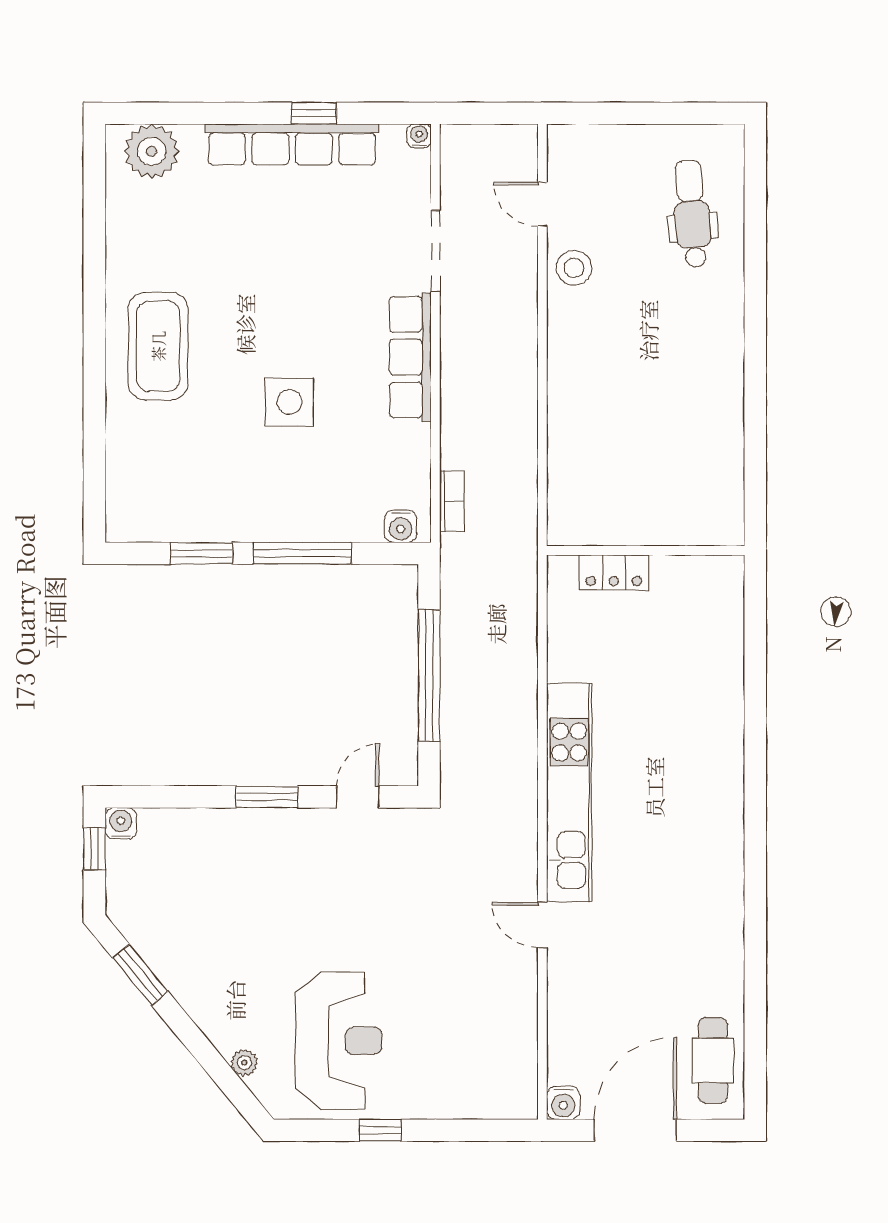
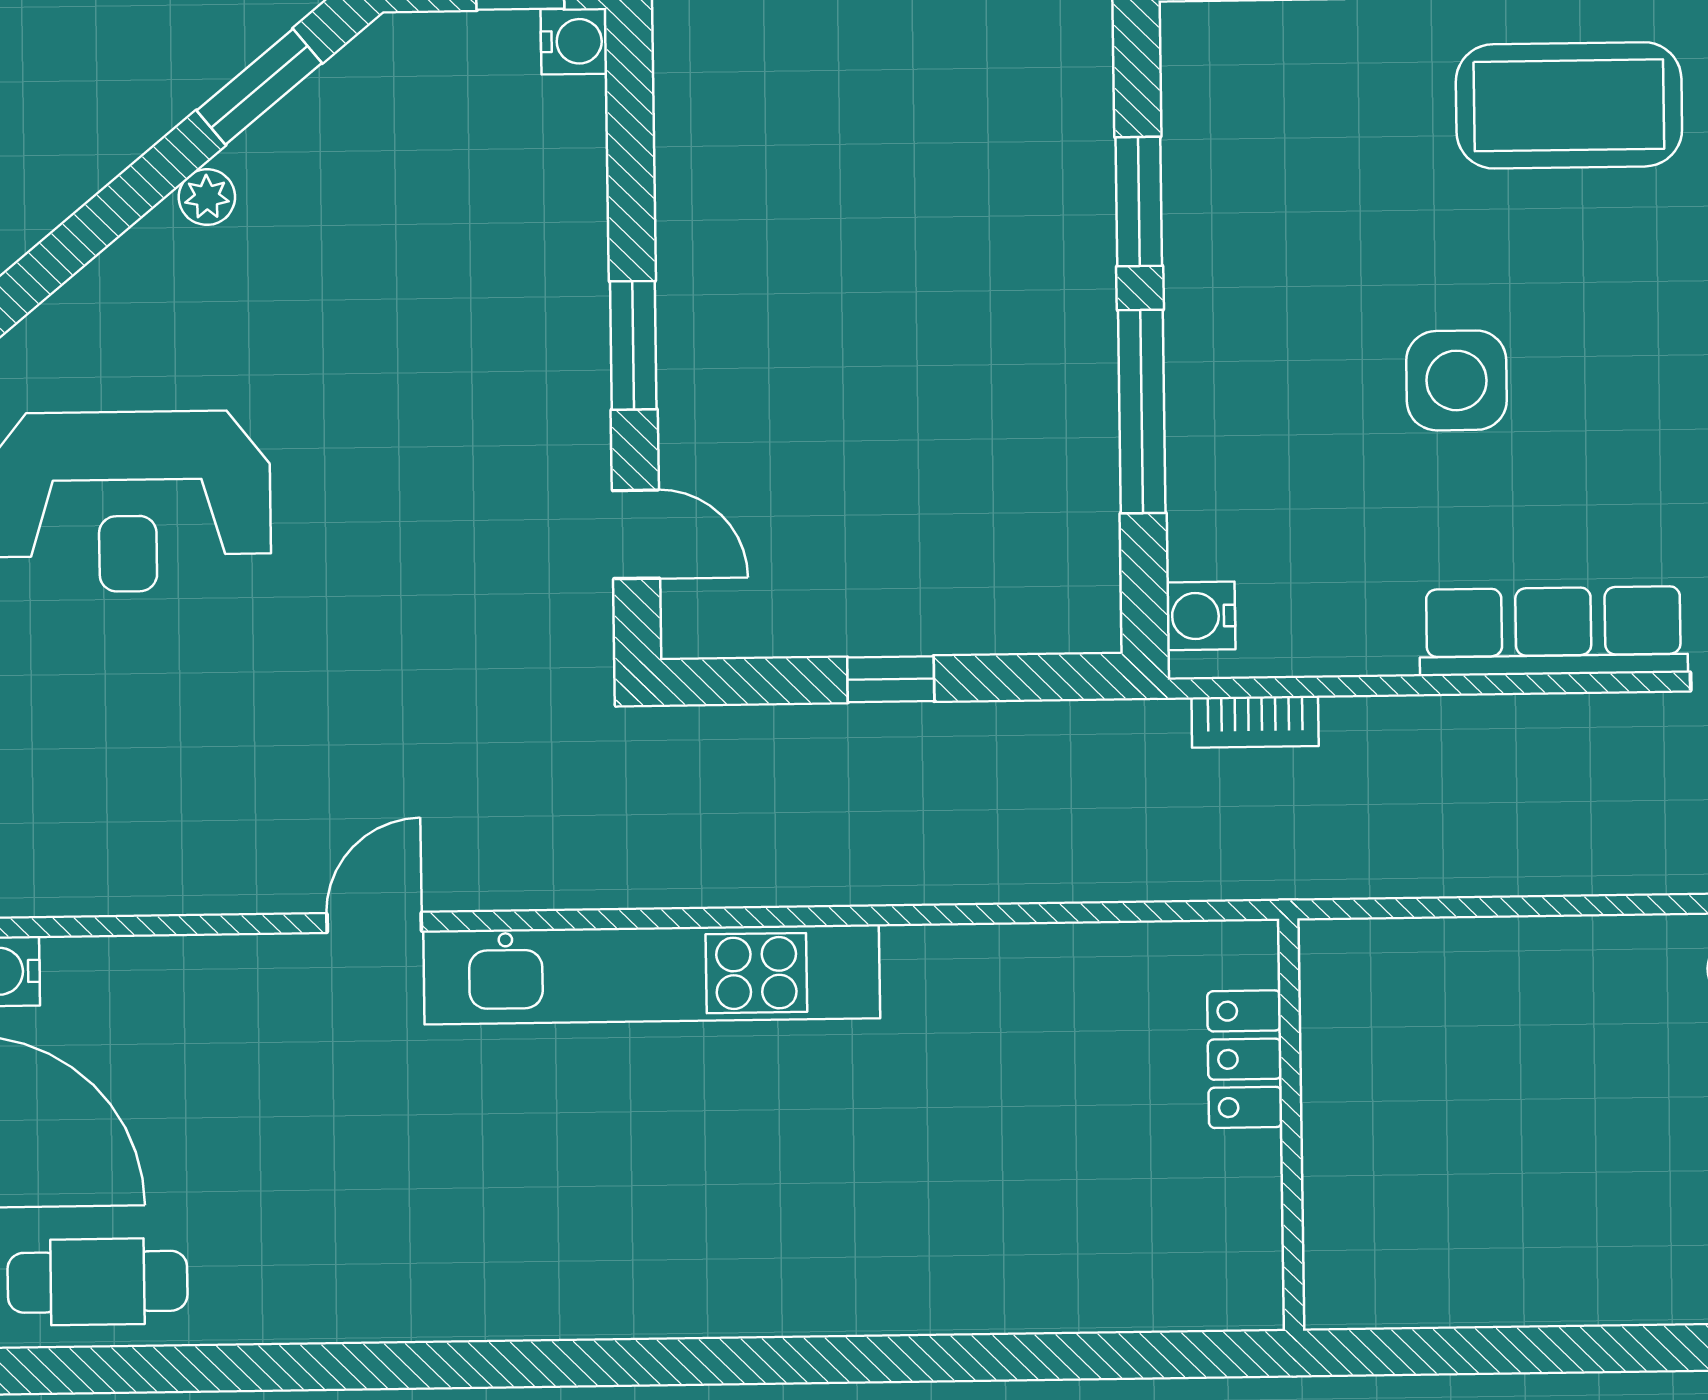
wall: (646, 550) -> (1291, 1125), moved
locker: (614, 572) -> (1245, 1059), moved
window: (429, 676) -> (891, 679), width x0.32
plant: (244, 1063) -> (207, 197), moved

